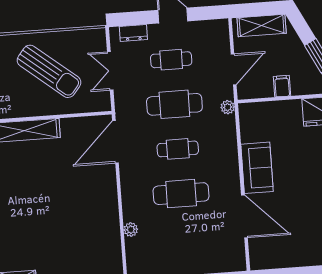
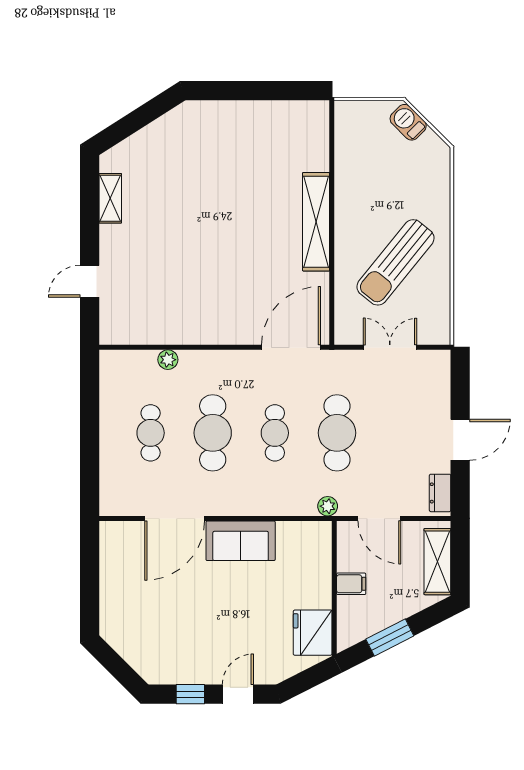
dresser: (133, 33) -> (440, 493), moved
cafe table: (171, 60) -> (151, 433), moved
door: (115, 142) -> (291, 347), hinge flipped

